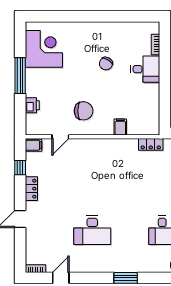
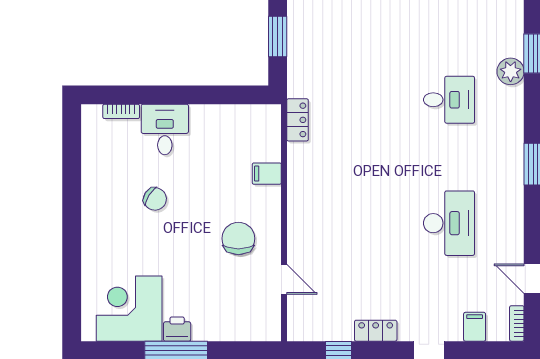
printer: (32, 105) -> (177, 329), moved
filing cabinet: (33, 145) -> (475, 327), moved

